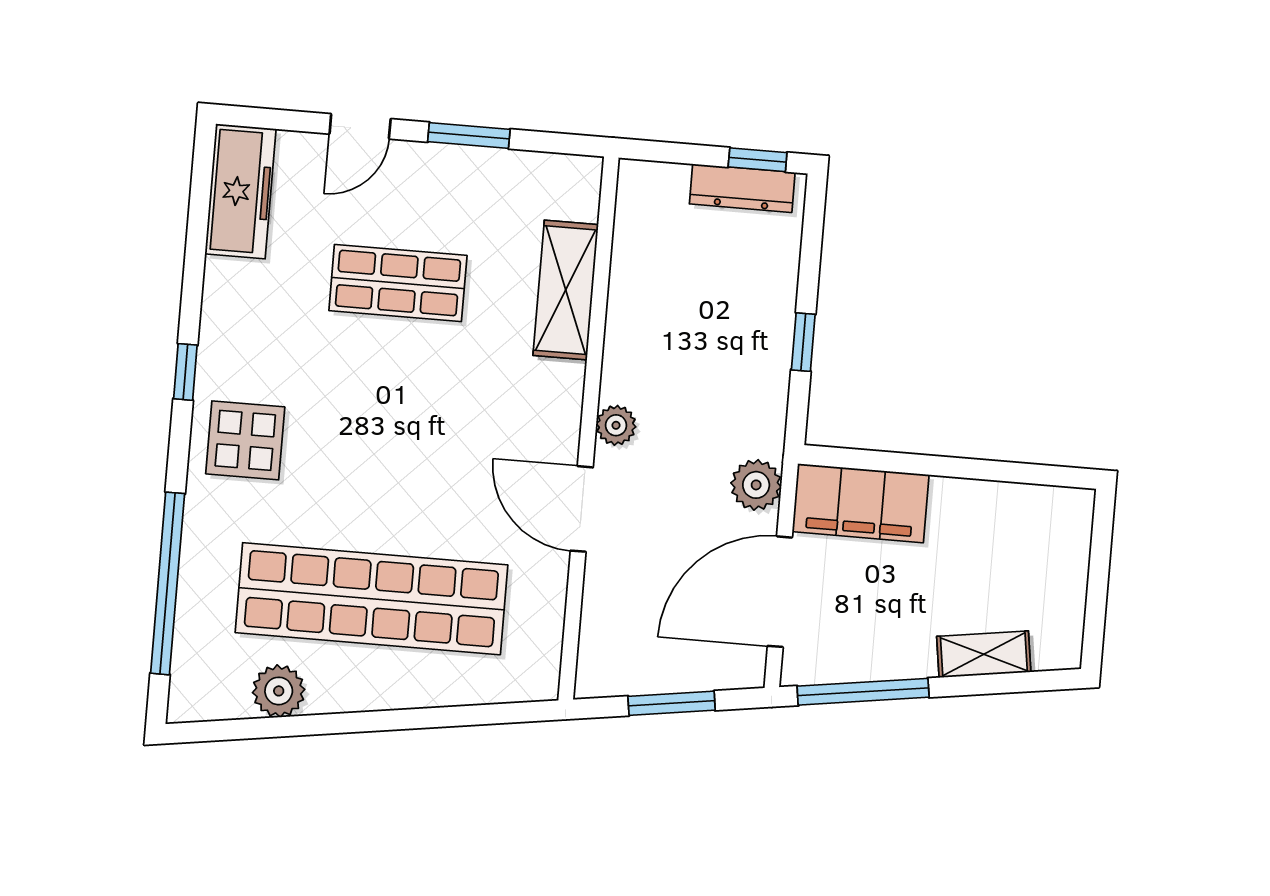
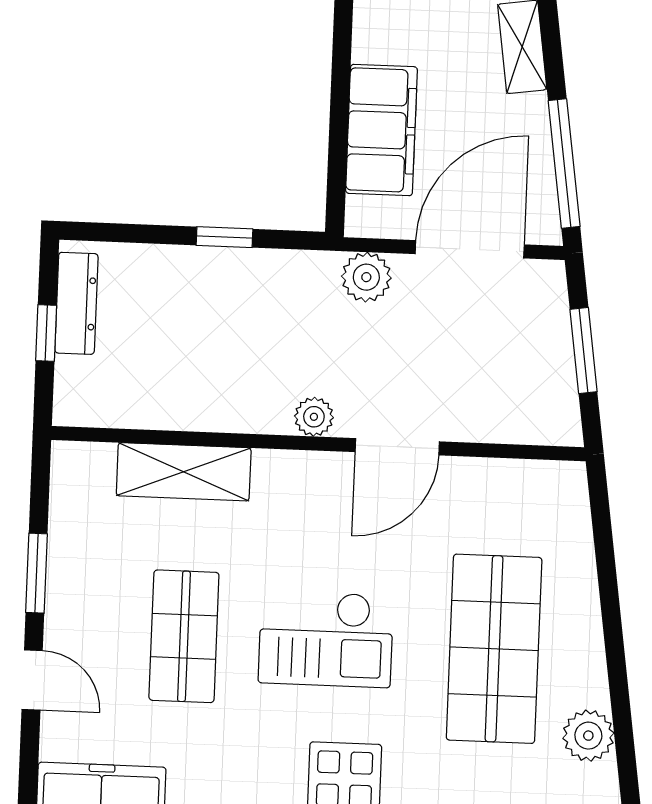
window: (758, 160) -> (46, 333), moved
checkout: (389, 428) -> (326, 639), added
filing cabinet: (861, 503) -> (381, 130), moved
door: (780, 592) -> (470, 249), swing flipped
shop shelf: (371, 599) -> (494, 649), width x0.71

